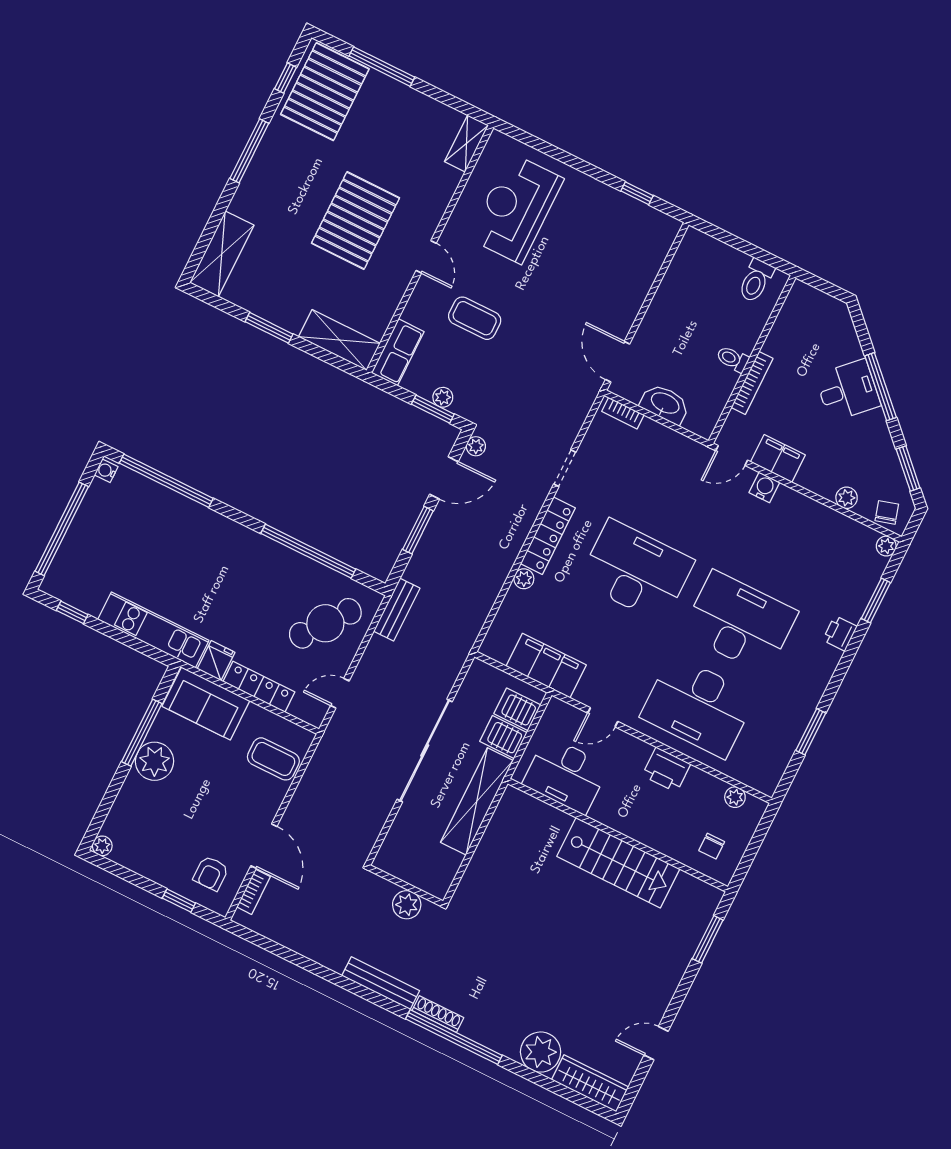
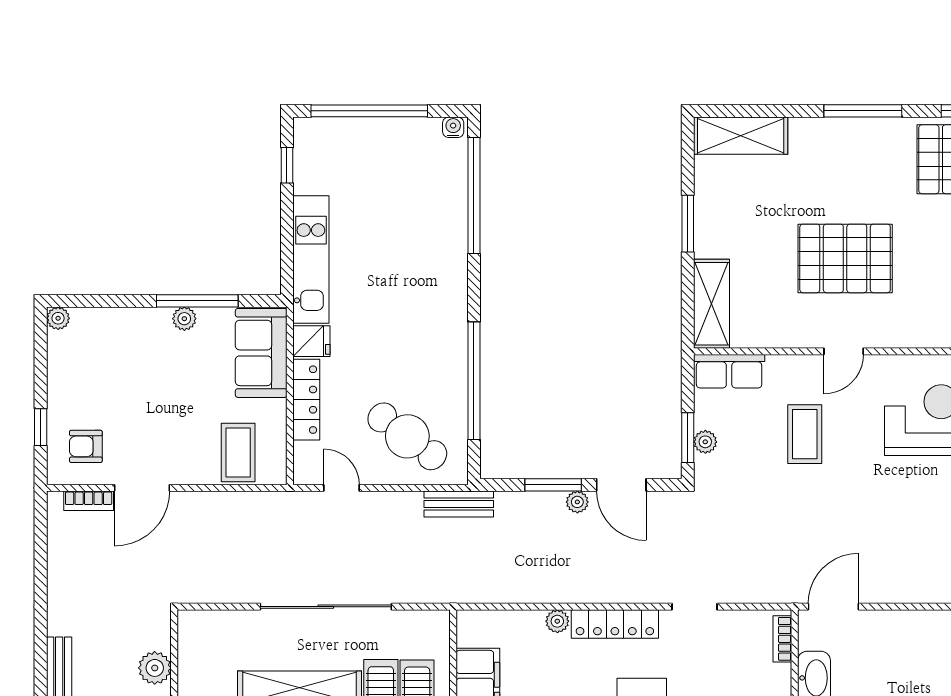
plant: (476, 446) -> (577, 502), moved
plant: (155, 761) -> (184, 319), width x0.53, depth x0.53

